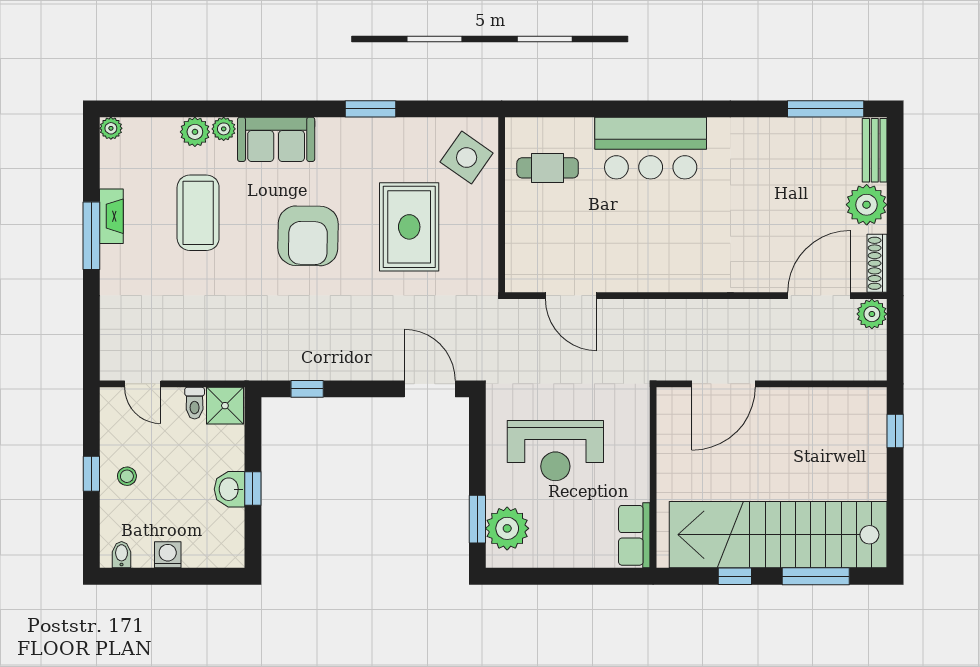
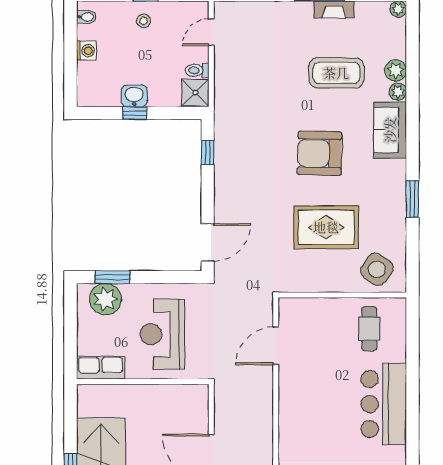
wall: (653, 478) -> (143, 382), moved
row of seats: (634, 535) -> (100, 368), moved

